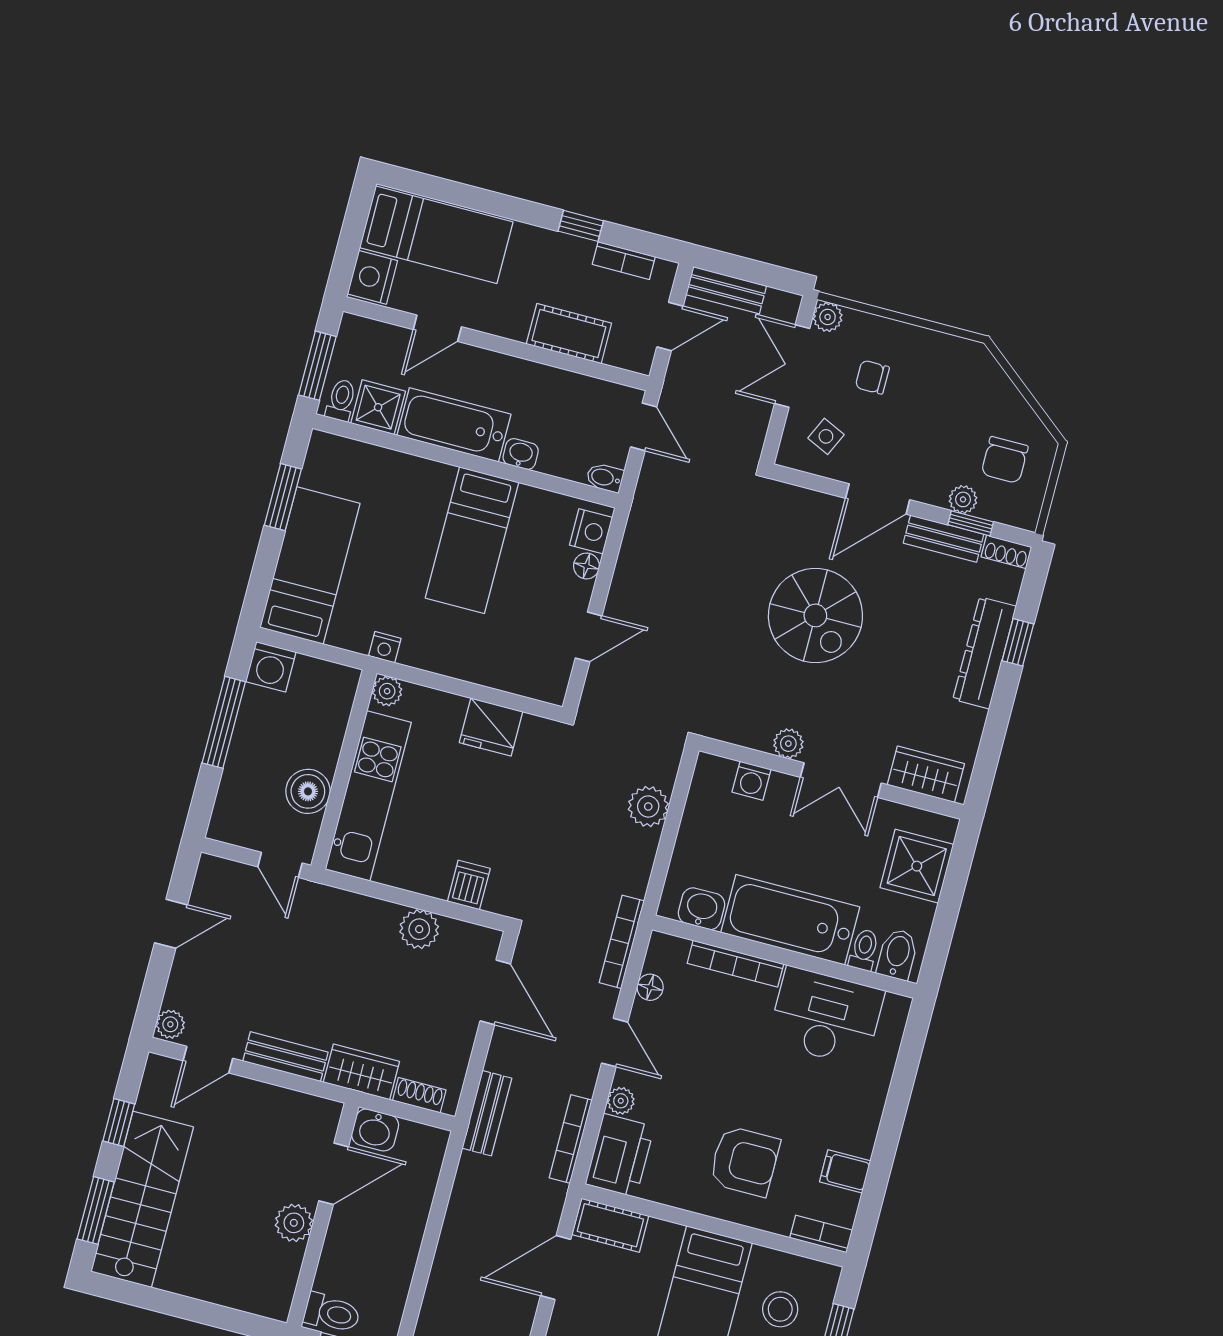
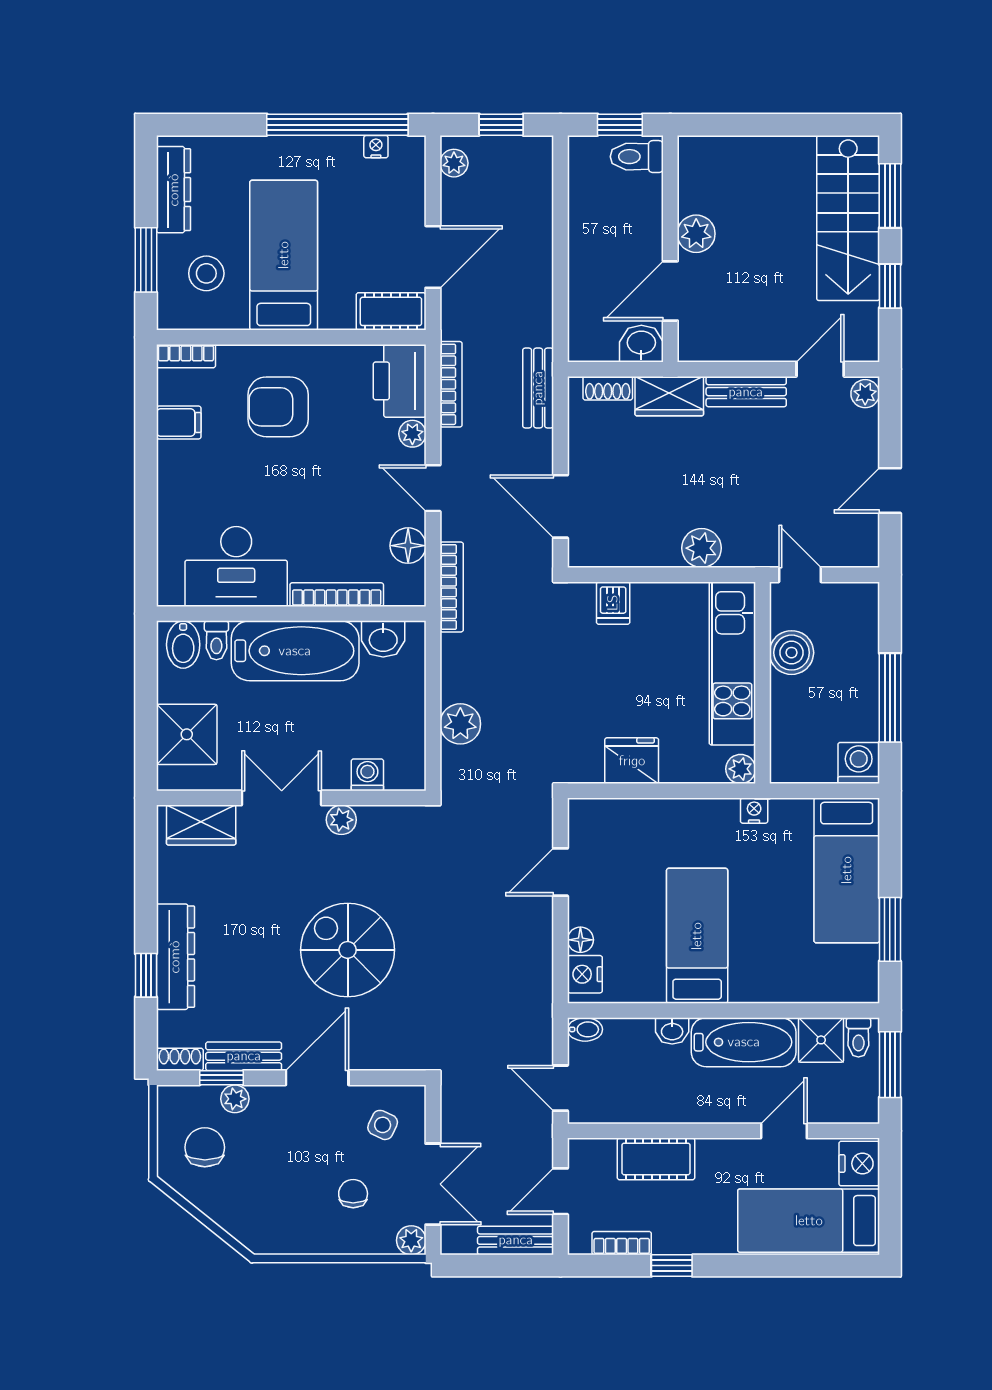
chair: (872, 377) -> (353, 1194), turned -90
plant: (419, 929) -> (702, 548), moved
floor lamp: (650, 987) -> (408, 546), width x1.37, depth x1.37

